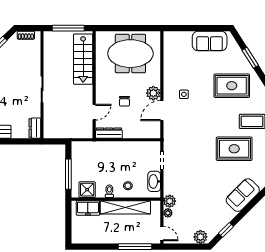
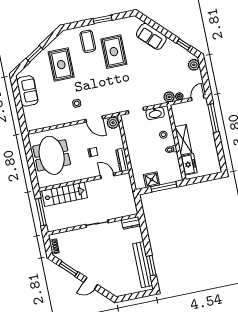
plant: (153, 93) -> (113, 123), moved
shower: (87, 190) -> (152, 180), moved
shelving: (125, 207) -> (183, 140), width x0.68

